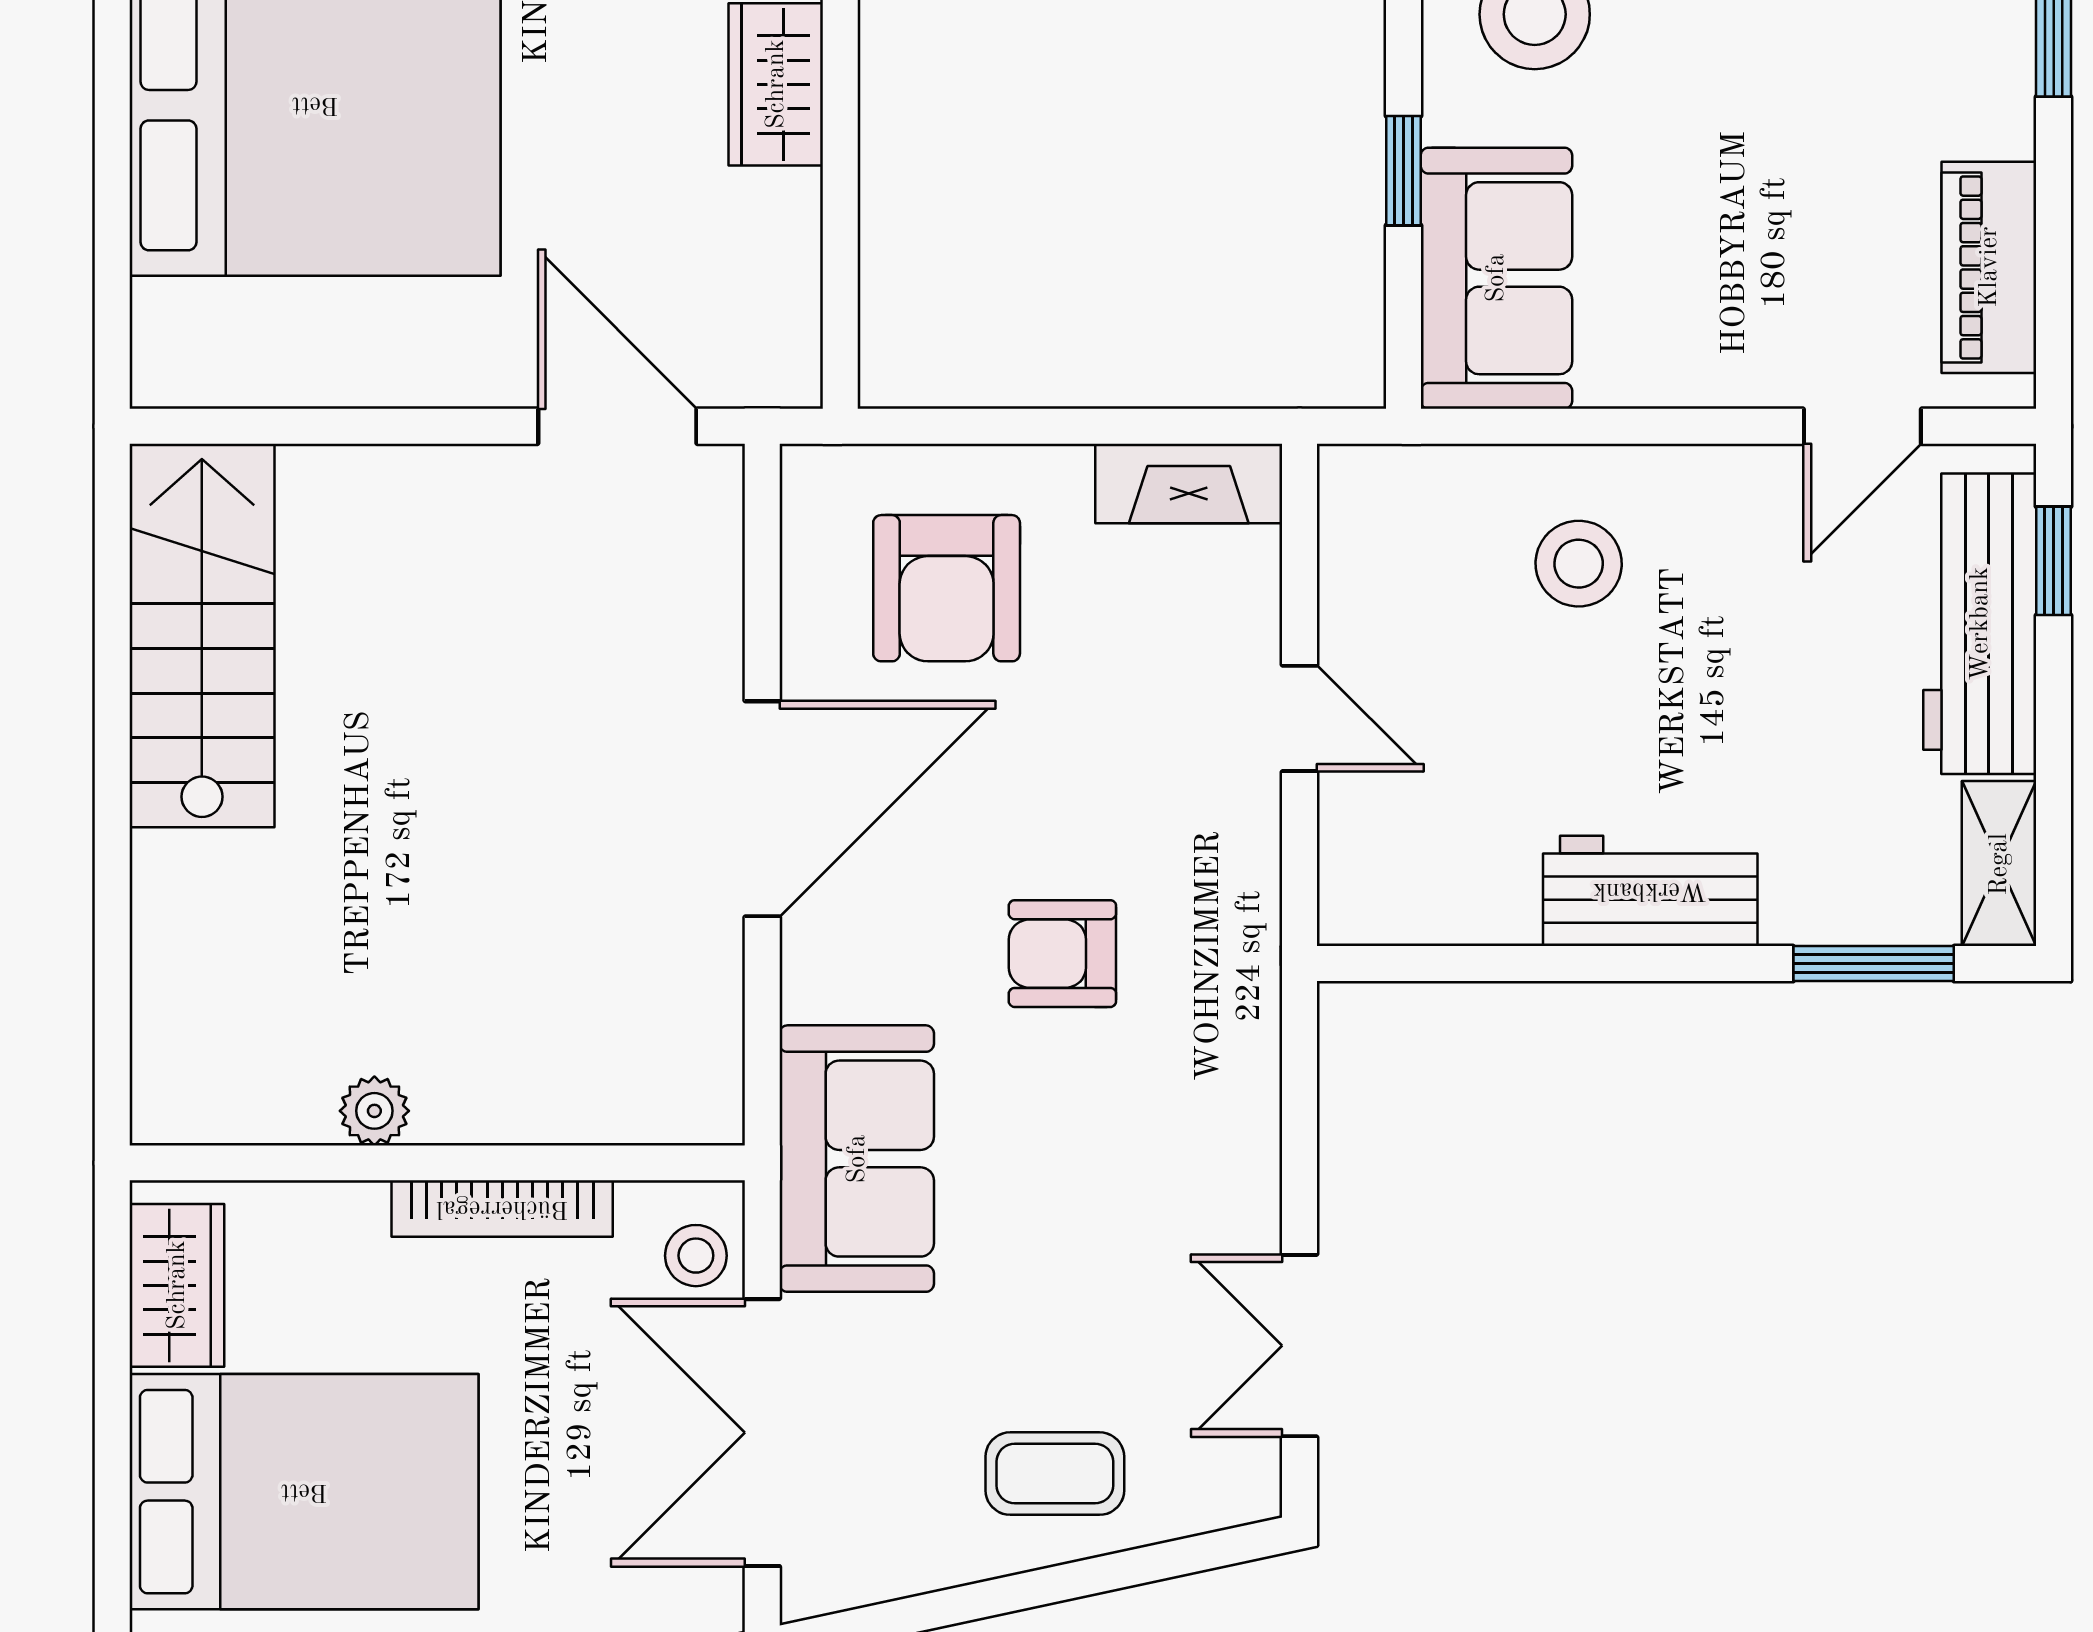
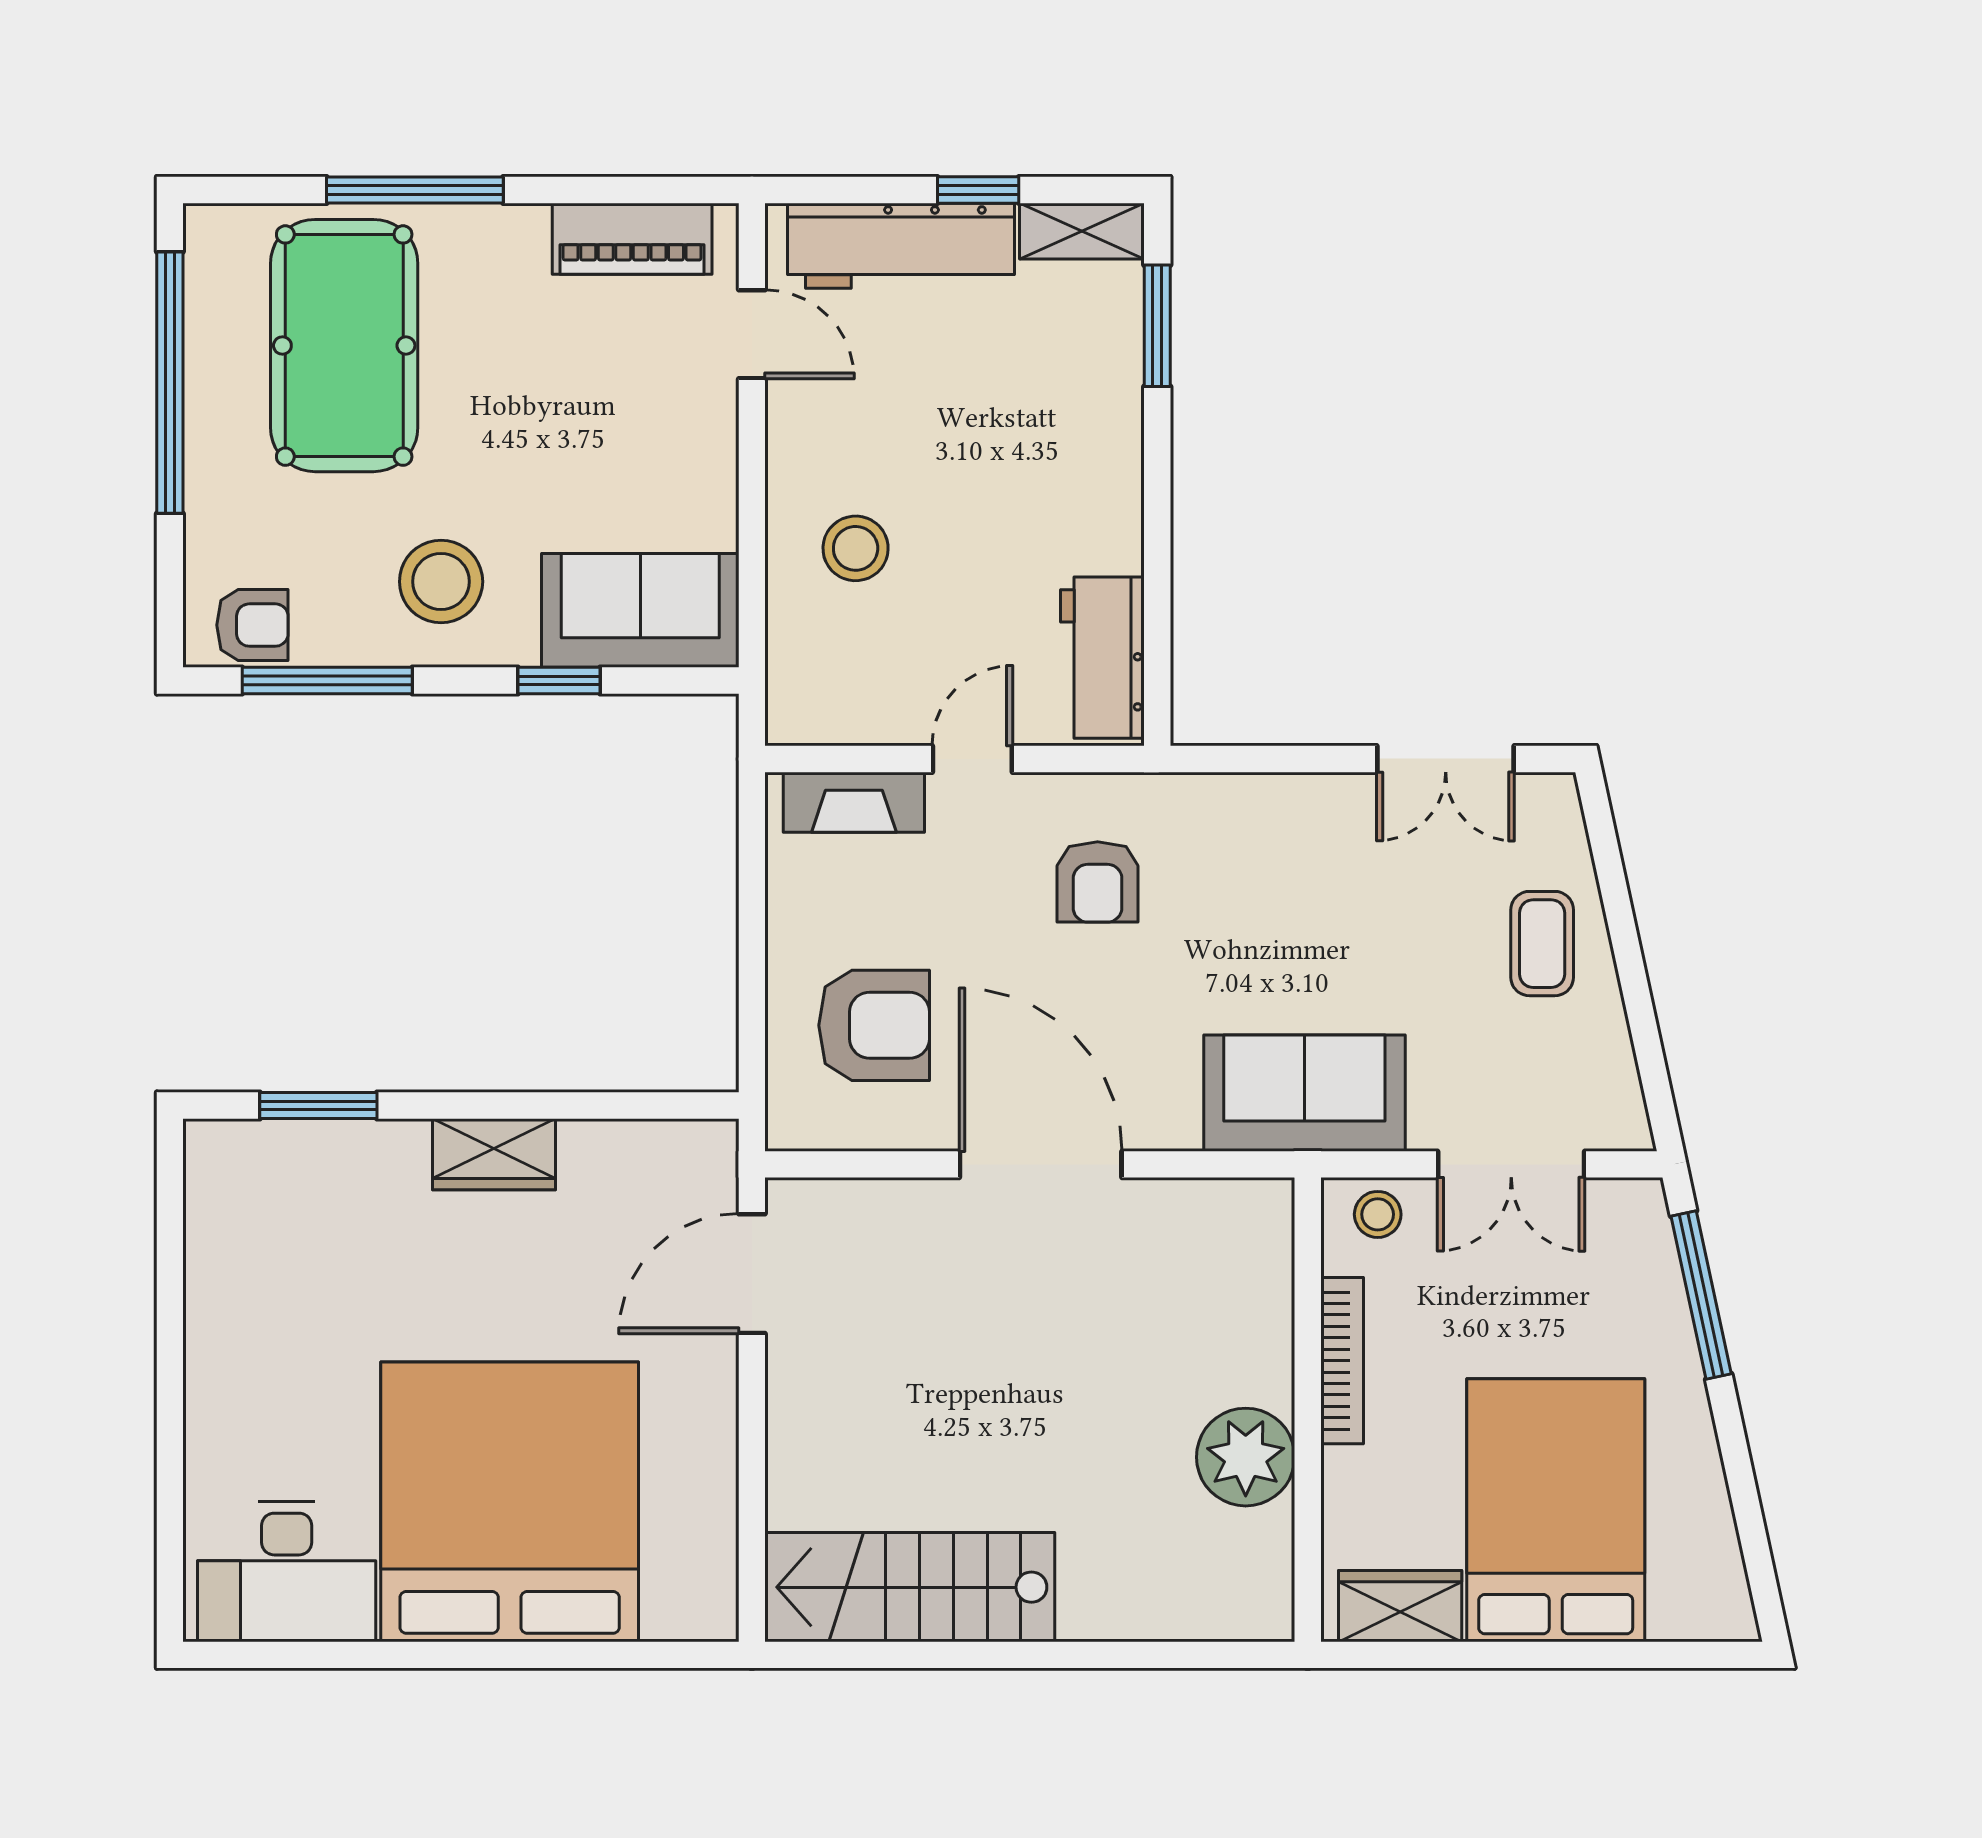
fireplace: (1189, 484) -> (854, 802), moved, turned 90
window: (2054, 561) -> (978, 190), moved
workbench: (1650, 891) -> (1102, 658), moved
armchair: (1062, 954) -> (1098, 882), moved
plant: (374, 1111) -> (1246, 1457), width x1.88, depth x1.88
double door: (762, 1433) -> (1511, 1164), width x0.73

